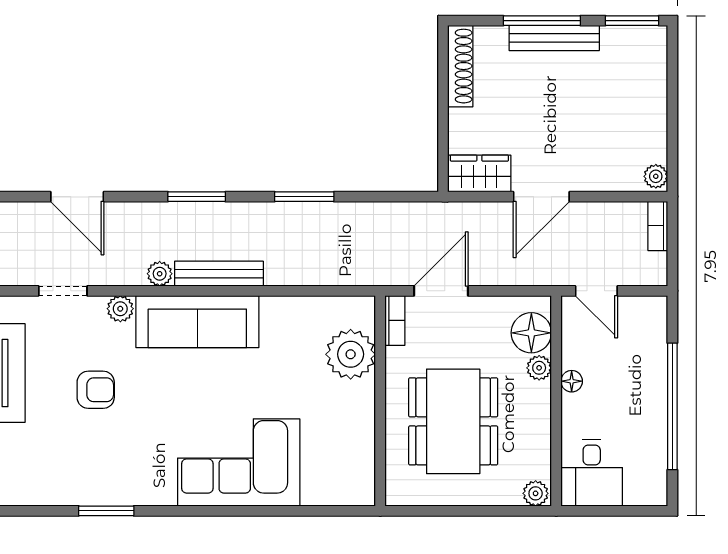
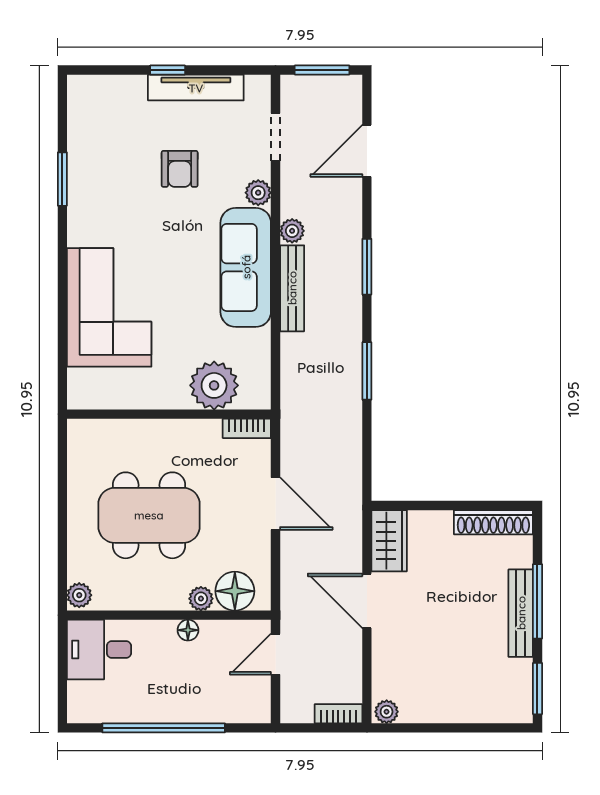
bookcase: (395, 320) -> (247, 428), moved
plant: (351, 354) -> (214, 385), moved
wall: (380, 401) -> (169, 414), moved

